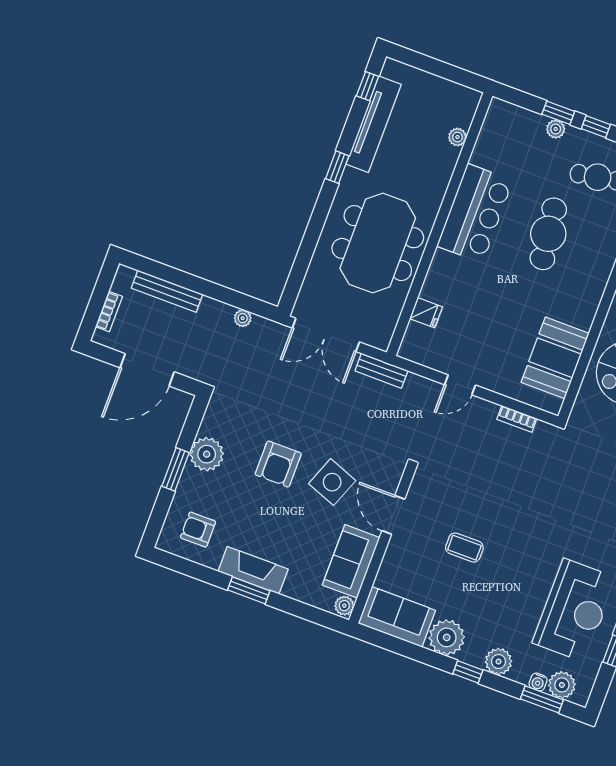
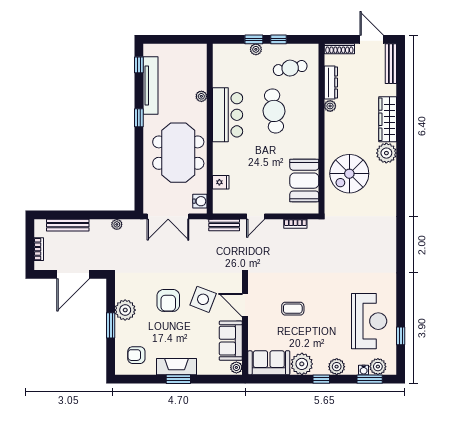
plant: (457, 137) -> (201, 96), moved
water cooler: (383, 330) -> (200, 201), added
bench: (381, 371) -> (224, 225), moved

